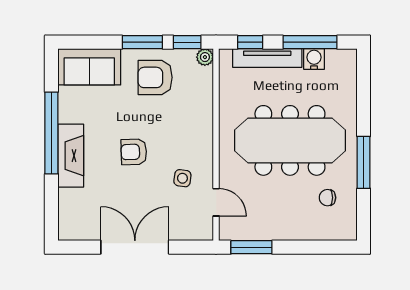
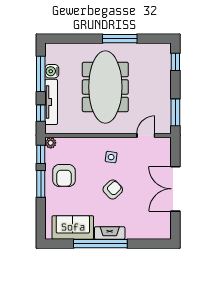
sofa: (89, 67) -> (73, 227), moved, turned -90
armchair: (134, 152) -> (113, 189), turned -132
fireplace: (71, 156) -> (110, 233), width x0.73, depth x0.76
side table: (182, 178) -> (111, 157), moved
chair: (327, 198) -> (143, 62), removed
window: (328, 247) -> (175, 62), added

